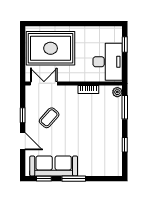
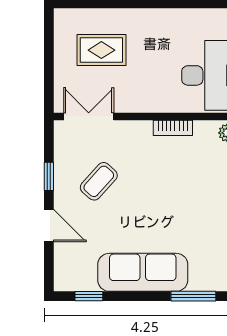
rug: (51, 48) -> (101, 50), width x0.54, depth x0.49
sofa: (54, 166) -> (143, 272), moved
window: (74, 179) -> (193, 296), moved

